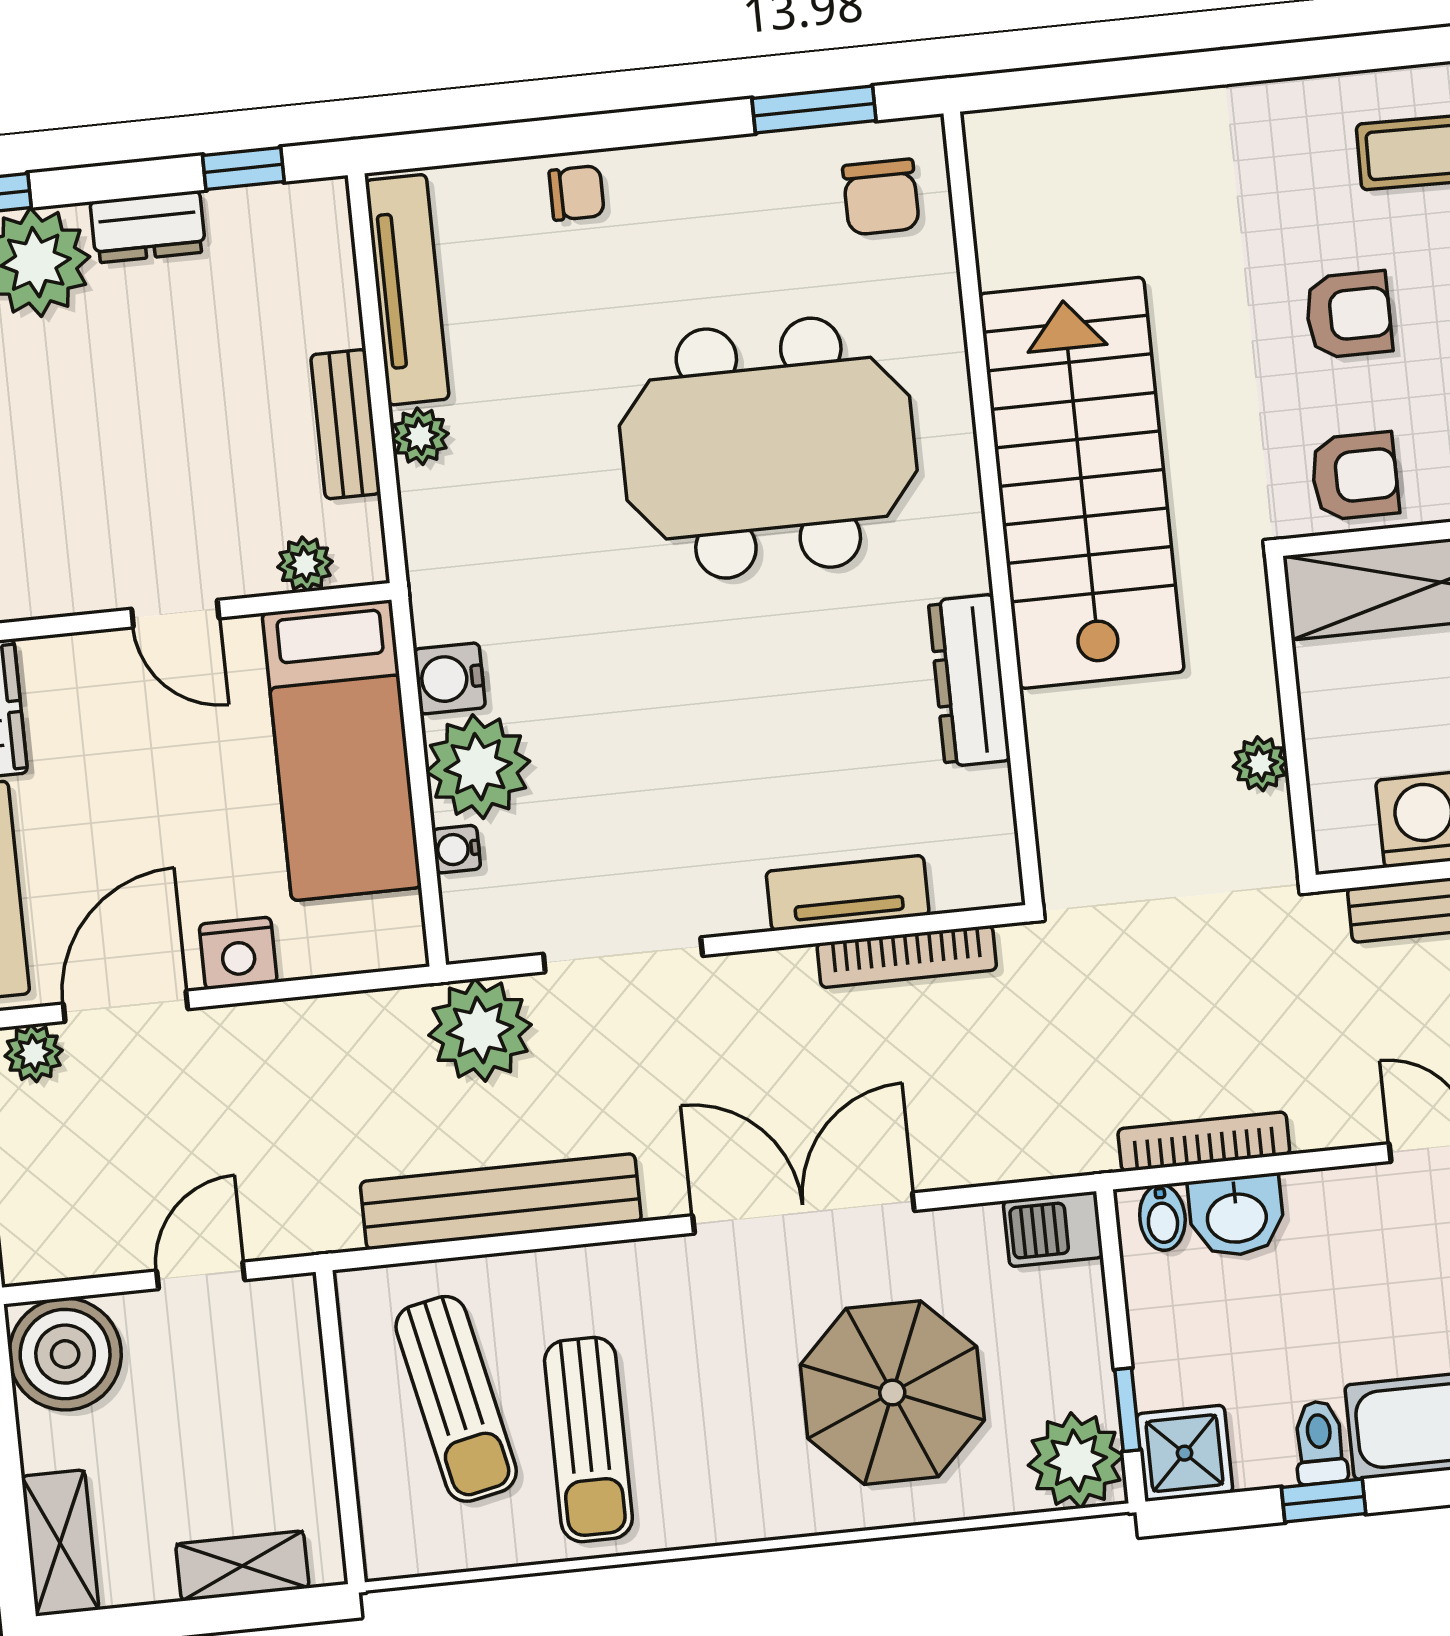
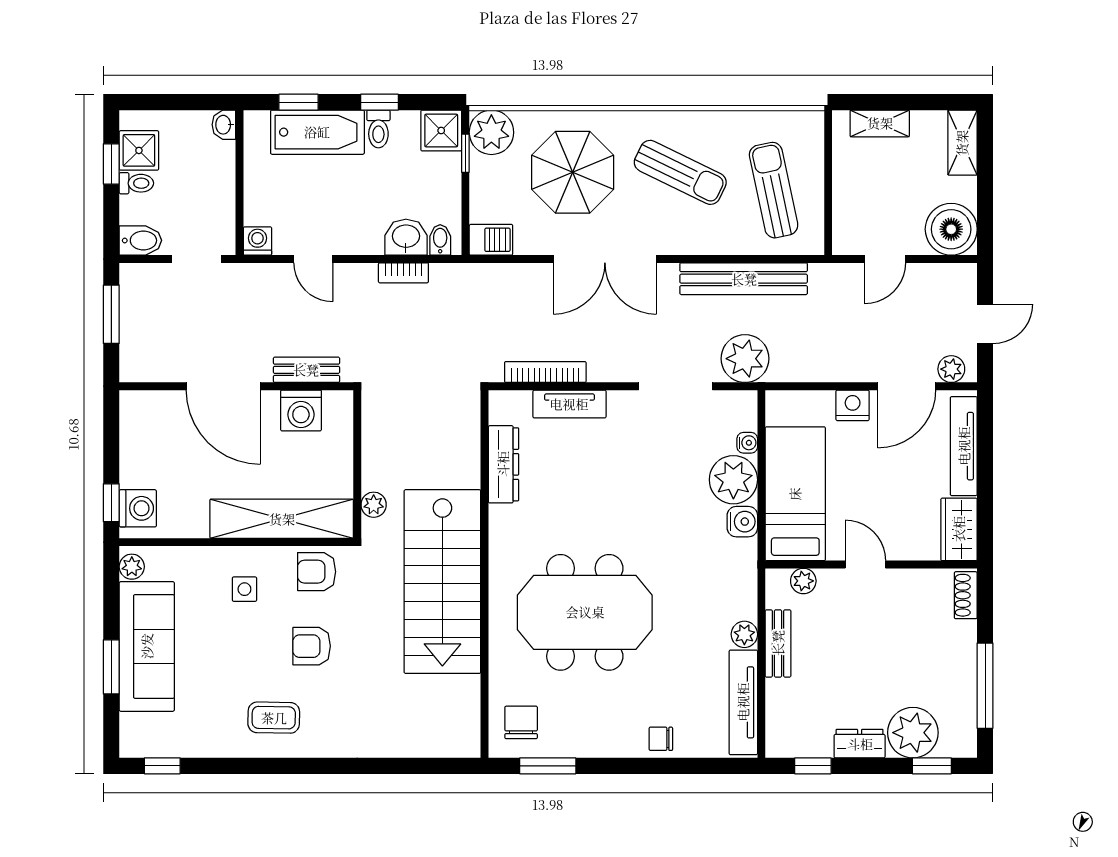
dresser: (969, 681) -> (503, 464), moved
plant: (1260, 764) -> (374, 505), moved
bookcase: (1204, 1142) -> (403, 273), width x0.64
sun lounger: (588, 1440) -> (680, 172), moved, turned 116

